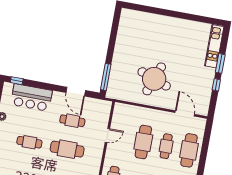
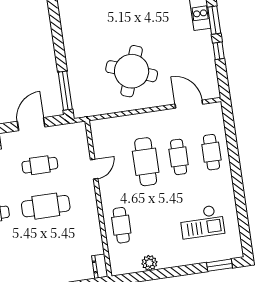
door: (76, 92) -> (31, 124), swing flipped
cafe table: (189, 150) -> (211, 152), width x0.73, depth x0.74

